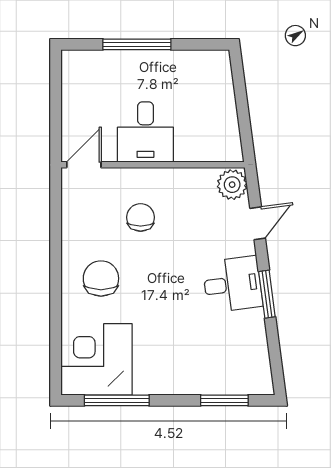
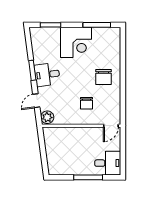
desk: (145, 132) -> (108, 163), moved, turned 90
corner desk: (97, 359) -> (76, 42), moved

